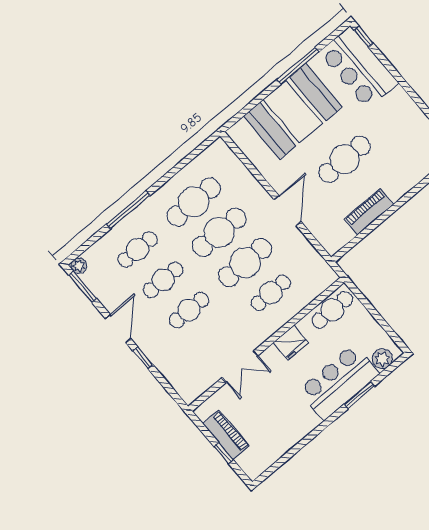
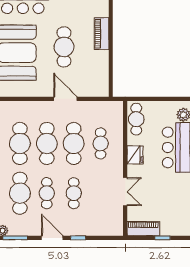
piano: (369, 212) -> (102, 34), moved
cafe table: (138, 249) -> (20, 193), width x1.37, depth x1.35
piano: (226, 435) -> (143, 229), moved

